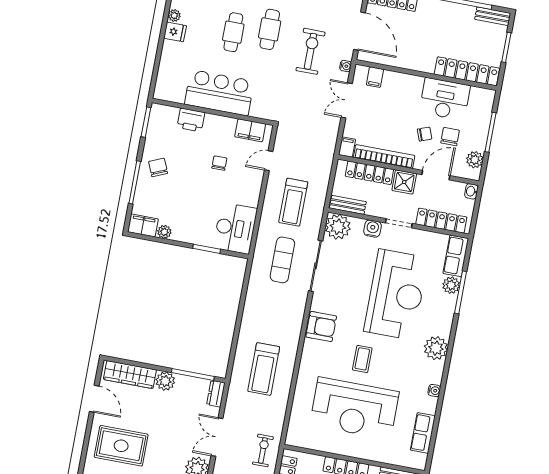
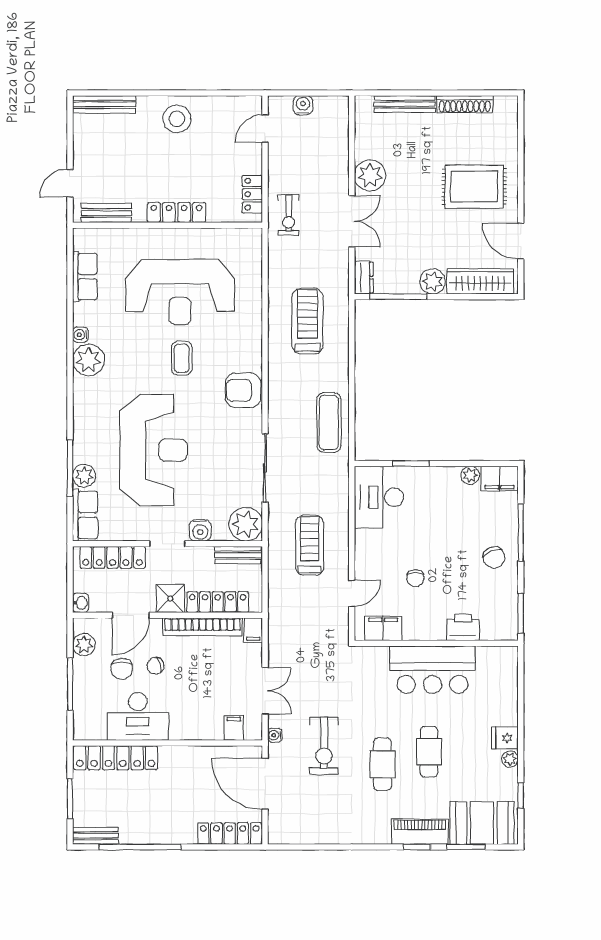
exercise mat: (282, 260) -> (329, 423), moved
reception desk: (396, 295) -> (153, 450), turned 180
plant: (436, 348) -> (89, 360), moved
reception desk: (354, 408) -> (180, 292), turned 180

